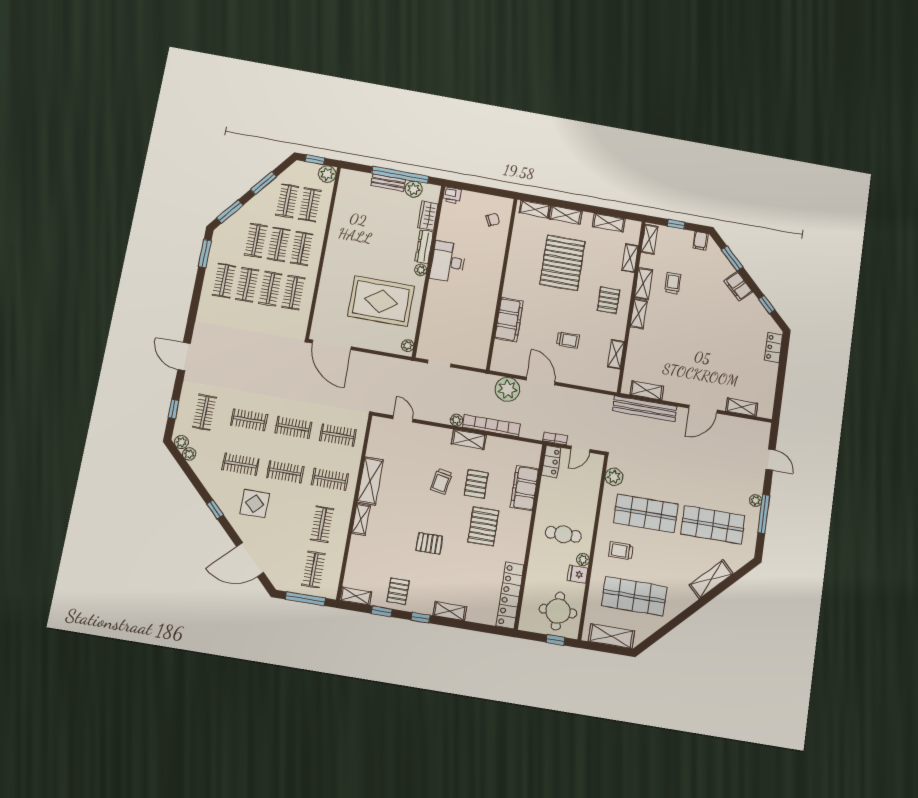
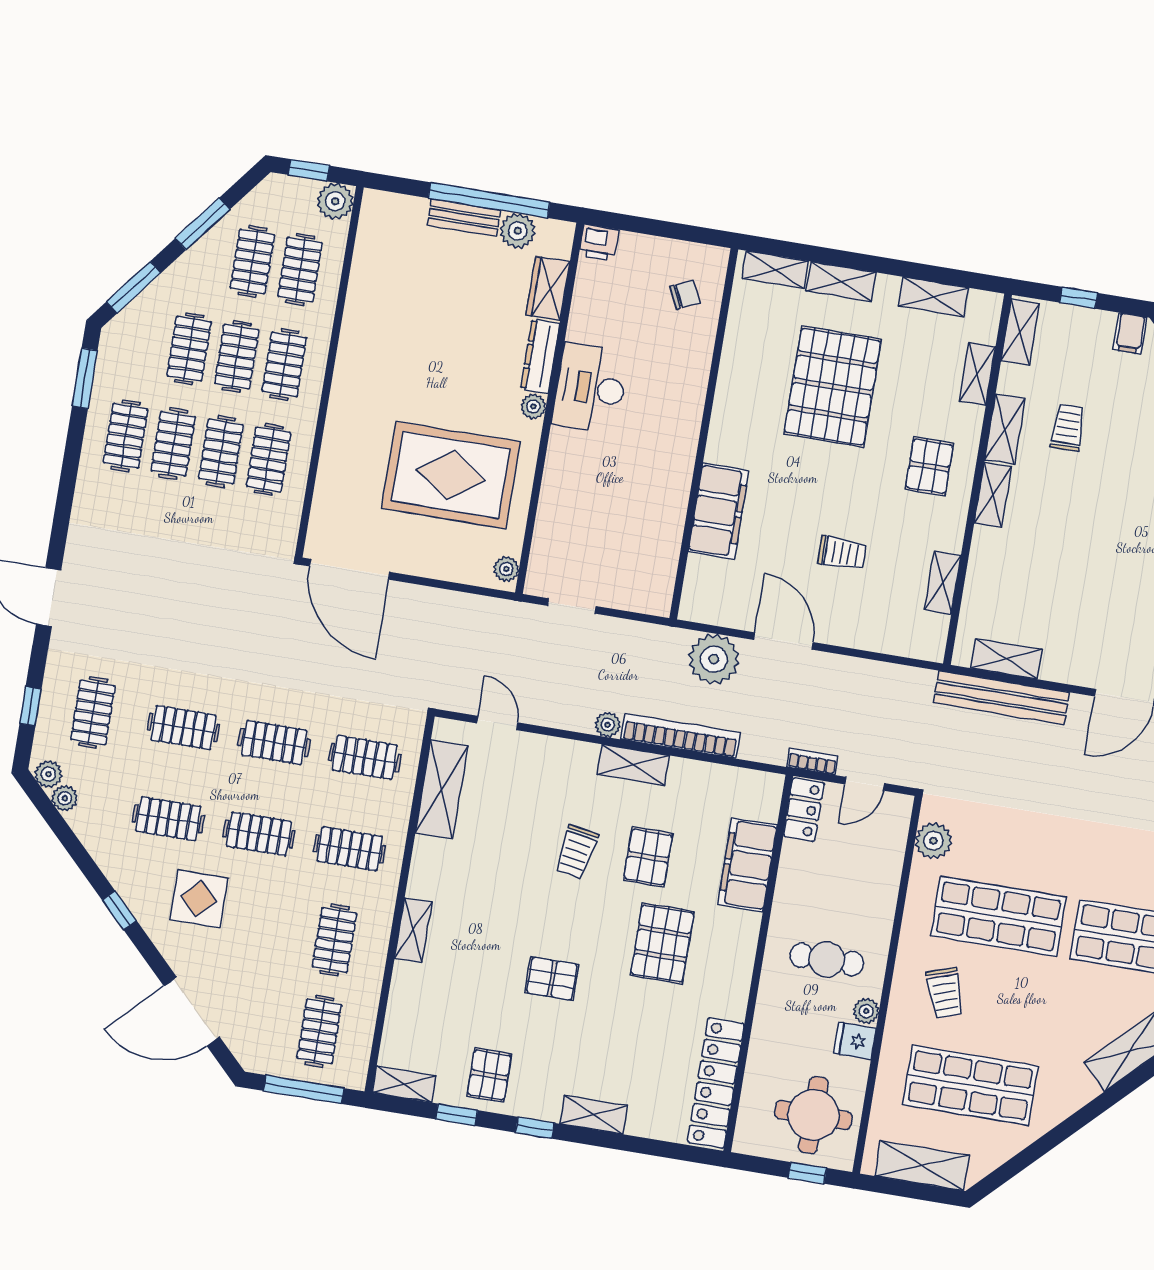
shelving: (370, 481) -> (442, 789), moved
trolley: (621, 551) -> (945, 993), turned -109

